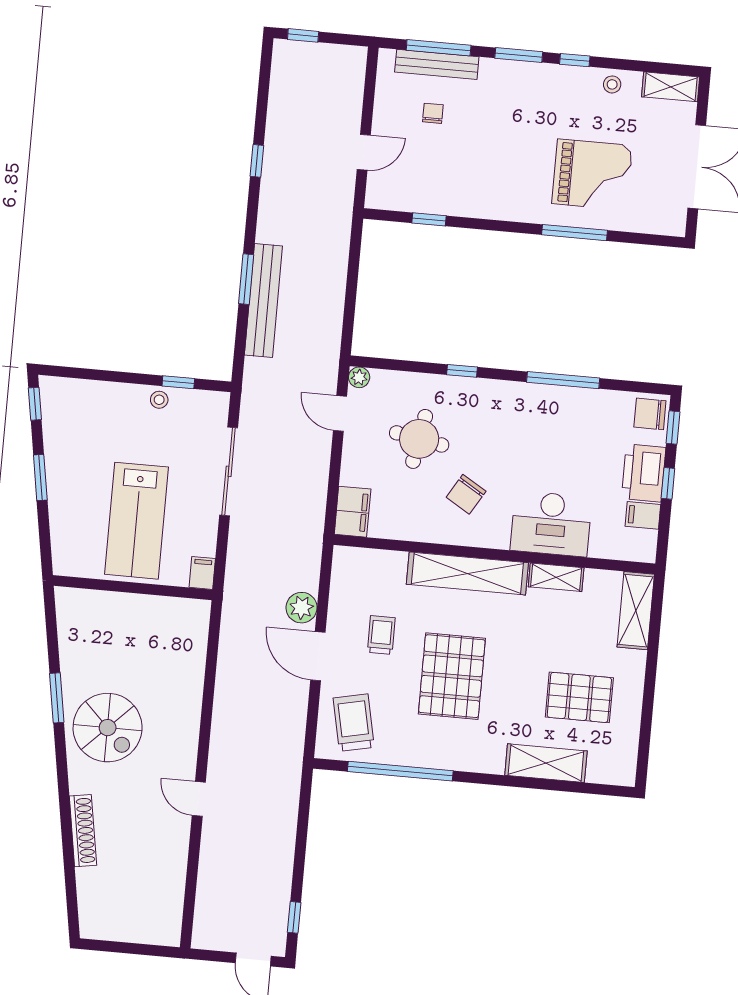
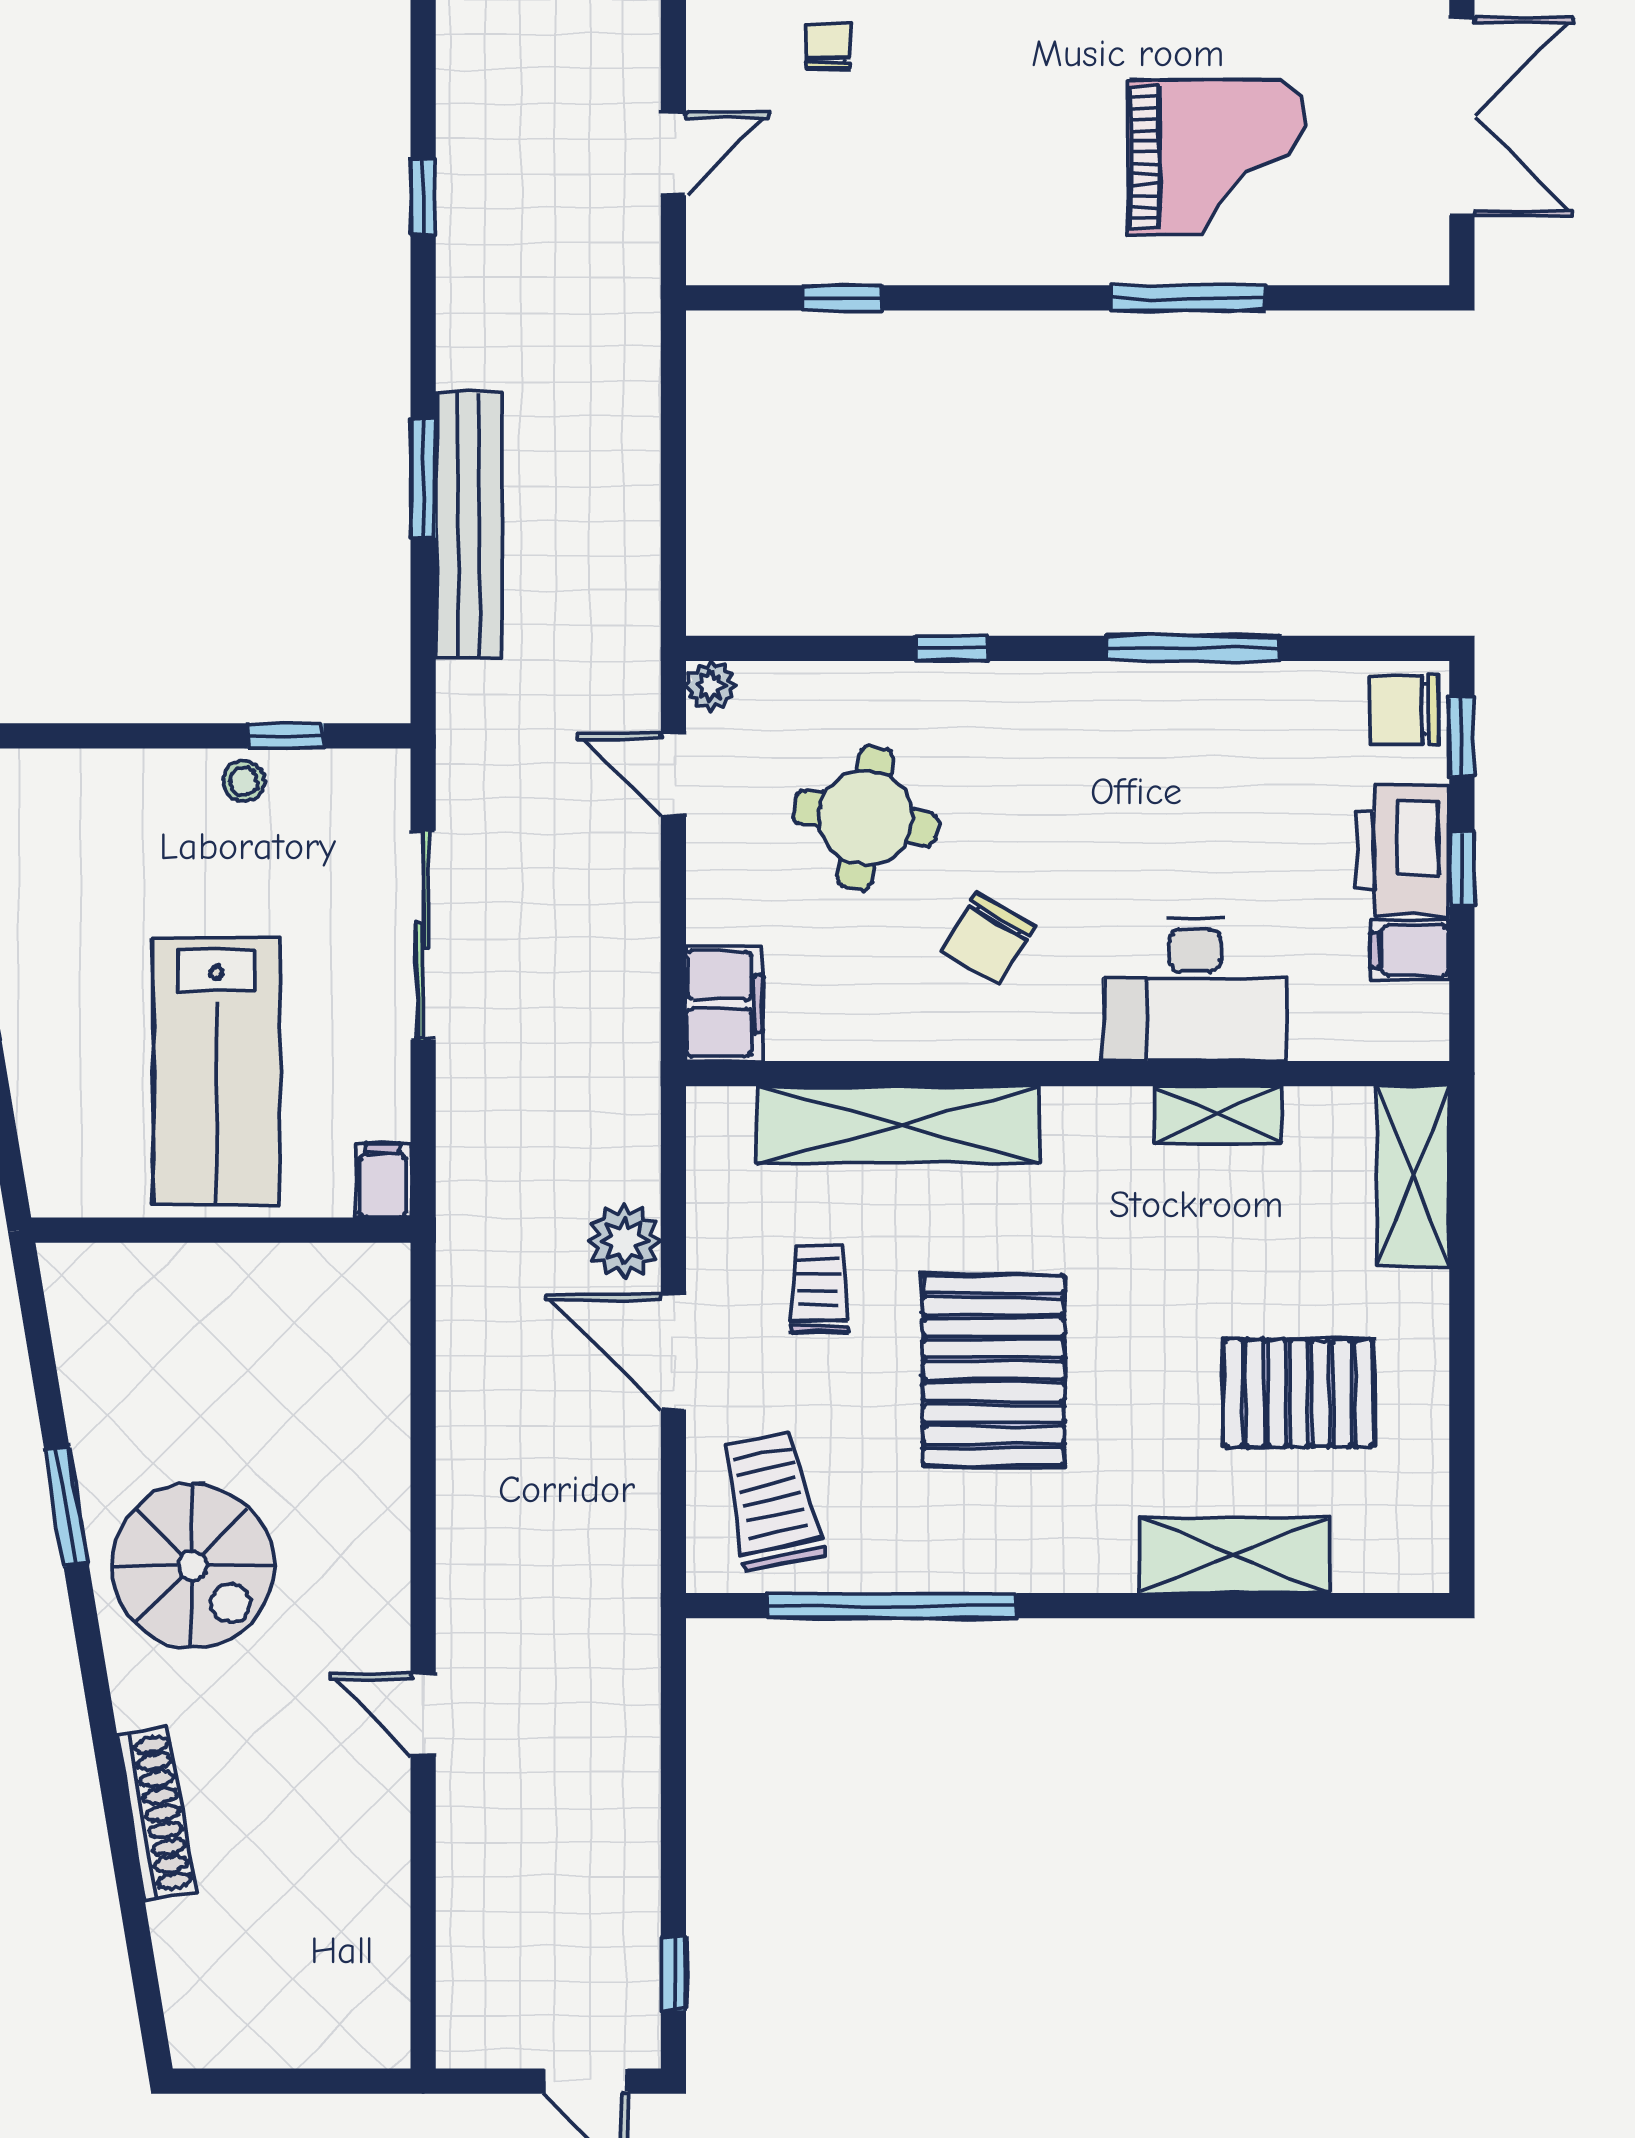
shelving: (467, 573) -> (898, 1125), moved

